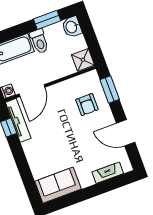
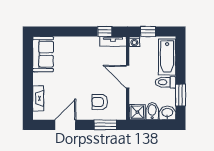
bidet: (76, 44) -> (152, 111), added
door: (32, 91) -> (128, 77), moved
tv unit: (18, 120) -> (113, 41), width x0.71

